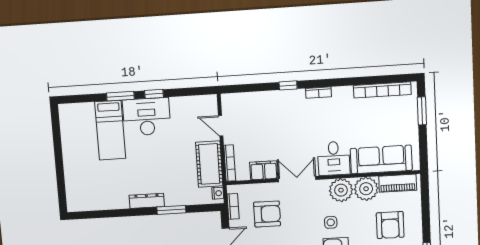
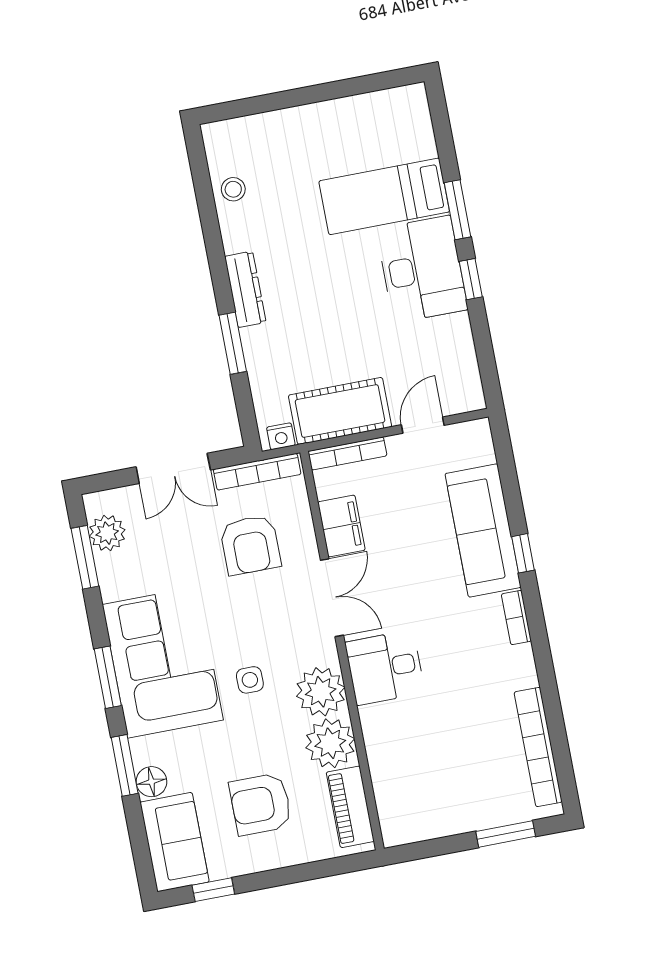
sofa: (381, 159) -> (483, 530), moved, turned 180
stool: (99, 200) -> (233, 189), added
bookcase: (233, 206) -> (257, 472), width x1.56

